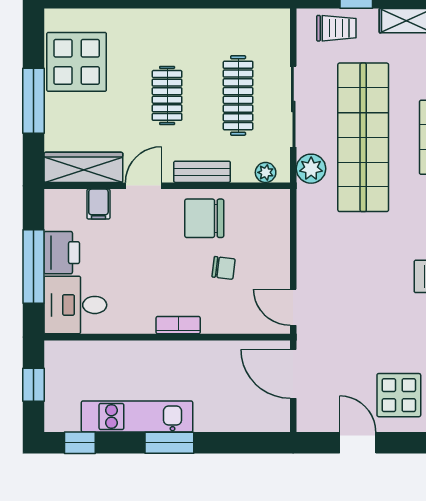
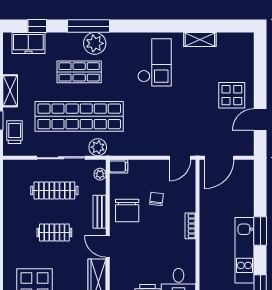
filing cabinet: (98, 204) -> (119, 166), moved

